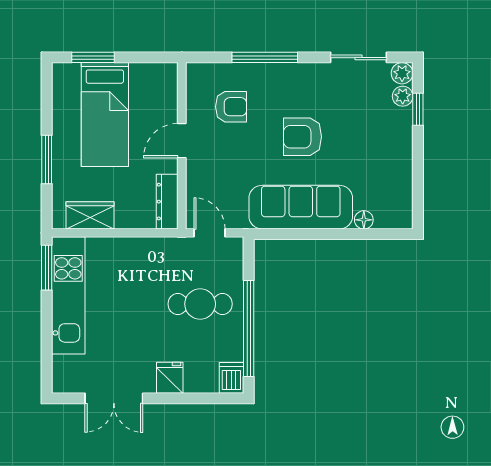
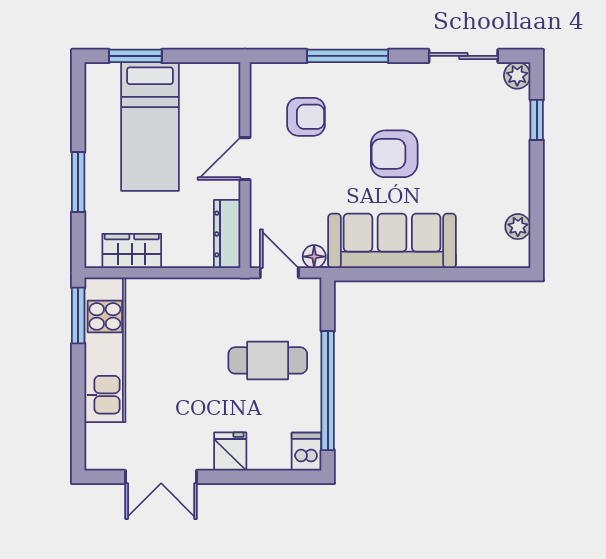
plant: (403, 96) -> (518, 227), moved
floor lamp: (364, 220) -> (314, 257), moved

